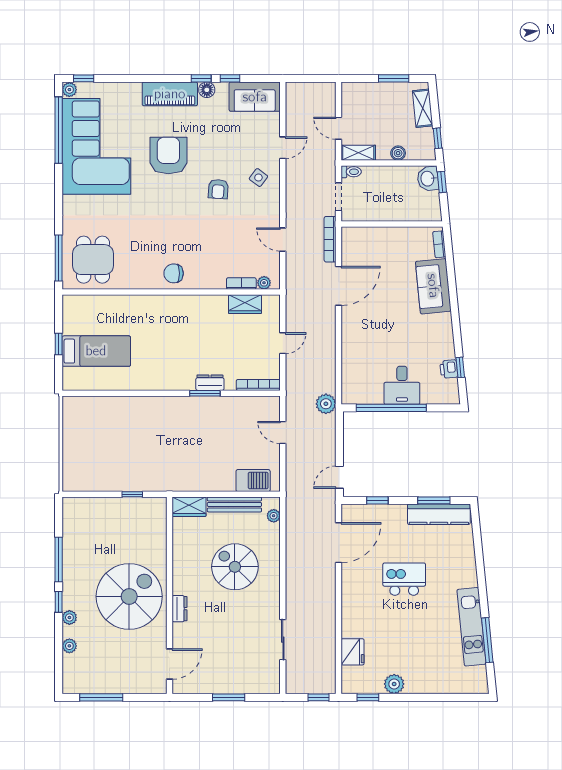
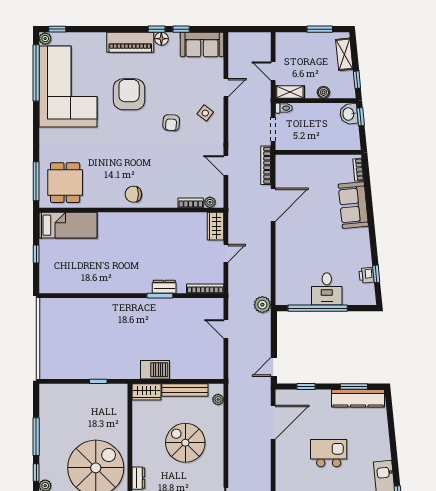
wardrobe: (245, 304) -> (216, 226), moved, turned 90
bed: (96, 351) -> (68, 225), moved
barbecue: (253, 481) -> (155, 370), moved

